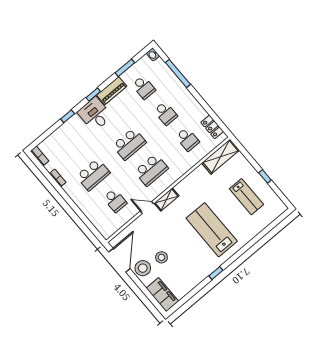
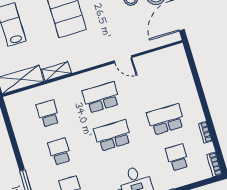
locker: (212, 127) -> (16, 115), removed
shelving: (166, 199) -> (56, 71), moved
school desk: (115, 201) -> (177, 157), moved

